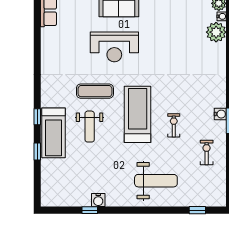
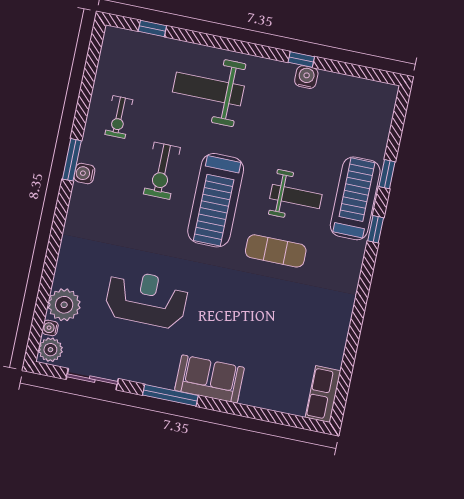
reception desk: (114, 47) -> (147, 299), moved
exercise bike: (174, 125) -> (162, 171), width x1.38, depth x1.39
weight bench: (90, 127) -> (296, 196), turned 90
window: (90, 210) -> (301, 59), moved

